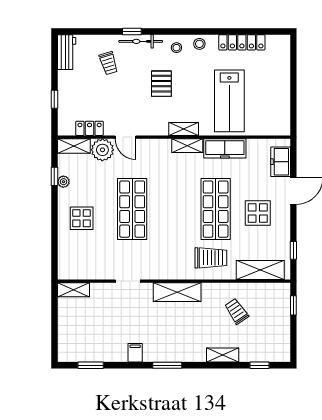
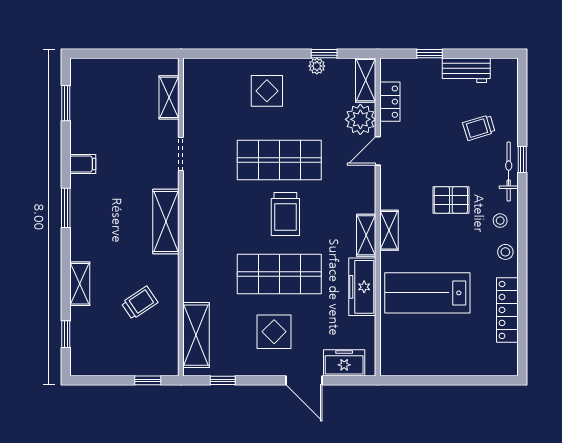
workbench: (67, 52) -> (466, 70), moved
trolley: (211, 258) -> (285, 214), moved
shelving: (73, 290) -> (169, 97), moved

